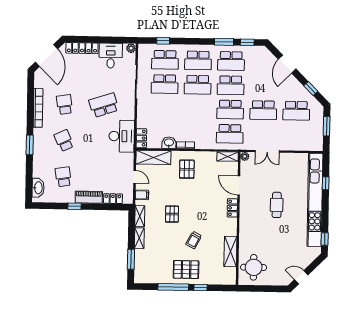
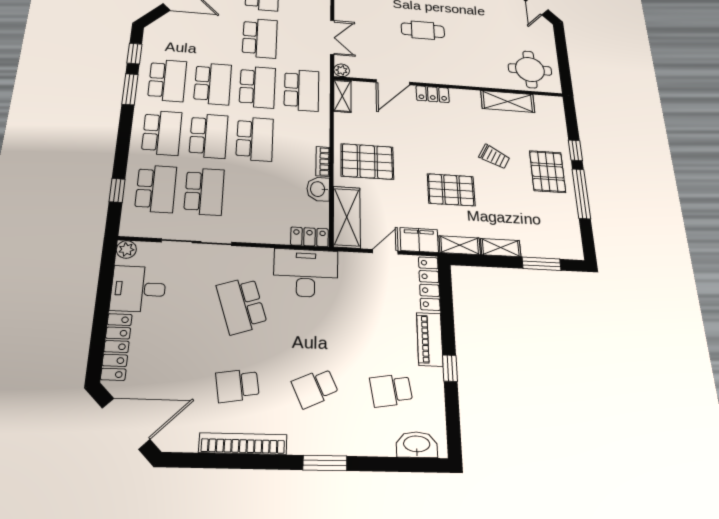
school desk: (197, 109) -> (255, 139), added
pallet: (187, 169) -> (367, 161), width x1.50, depth x1.42
filing cabinet: (142, 195) -> (419, 240), width x2.00
locker: (113, 199) -> (429, 283), width x1.53
pallet: (172, 214) -> (451, 190), width x1.50, depth x1.42

